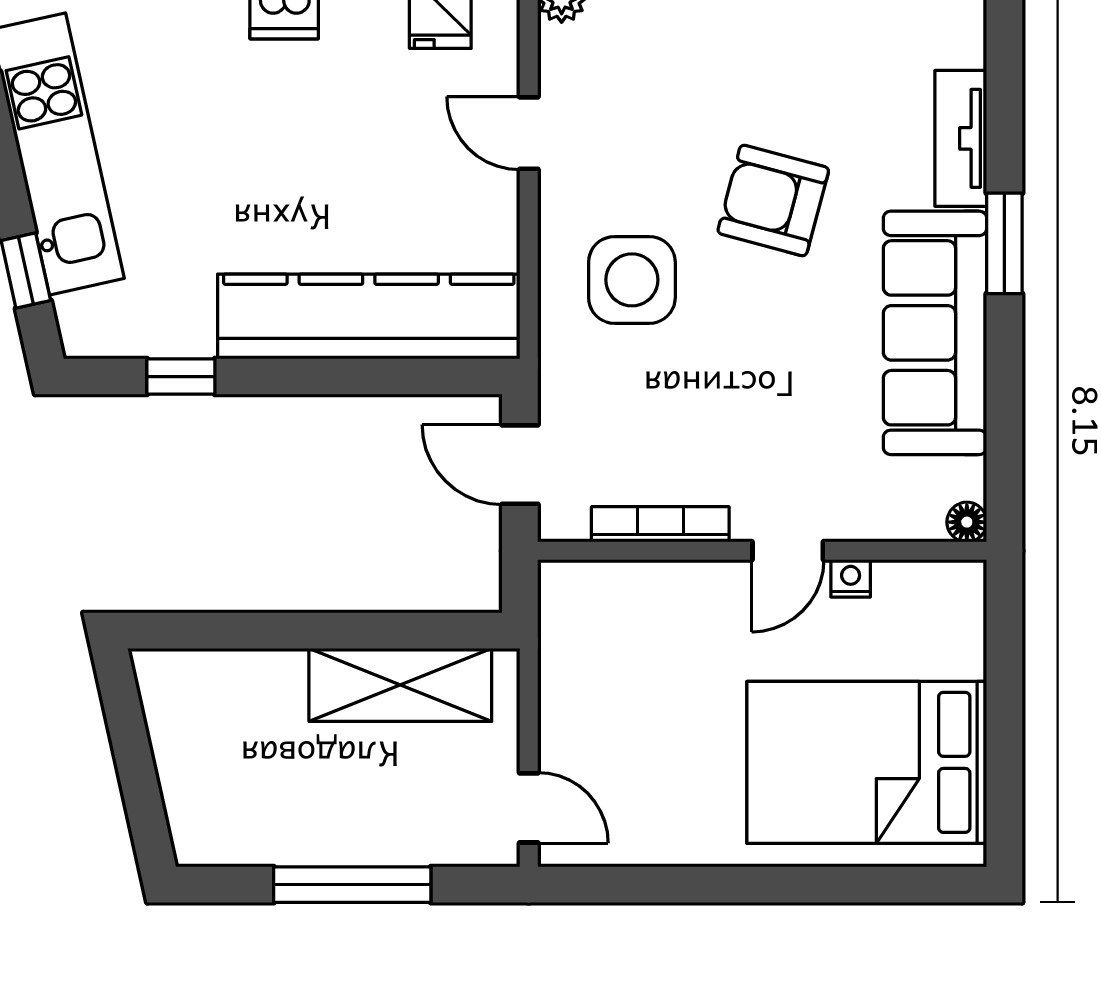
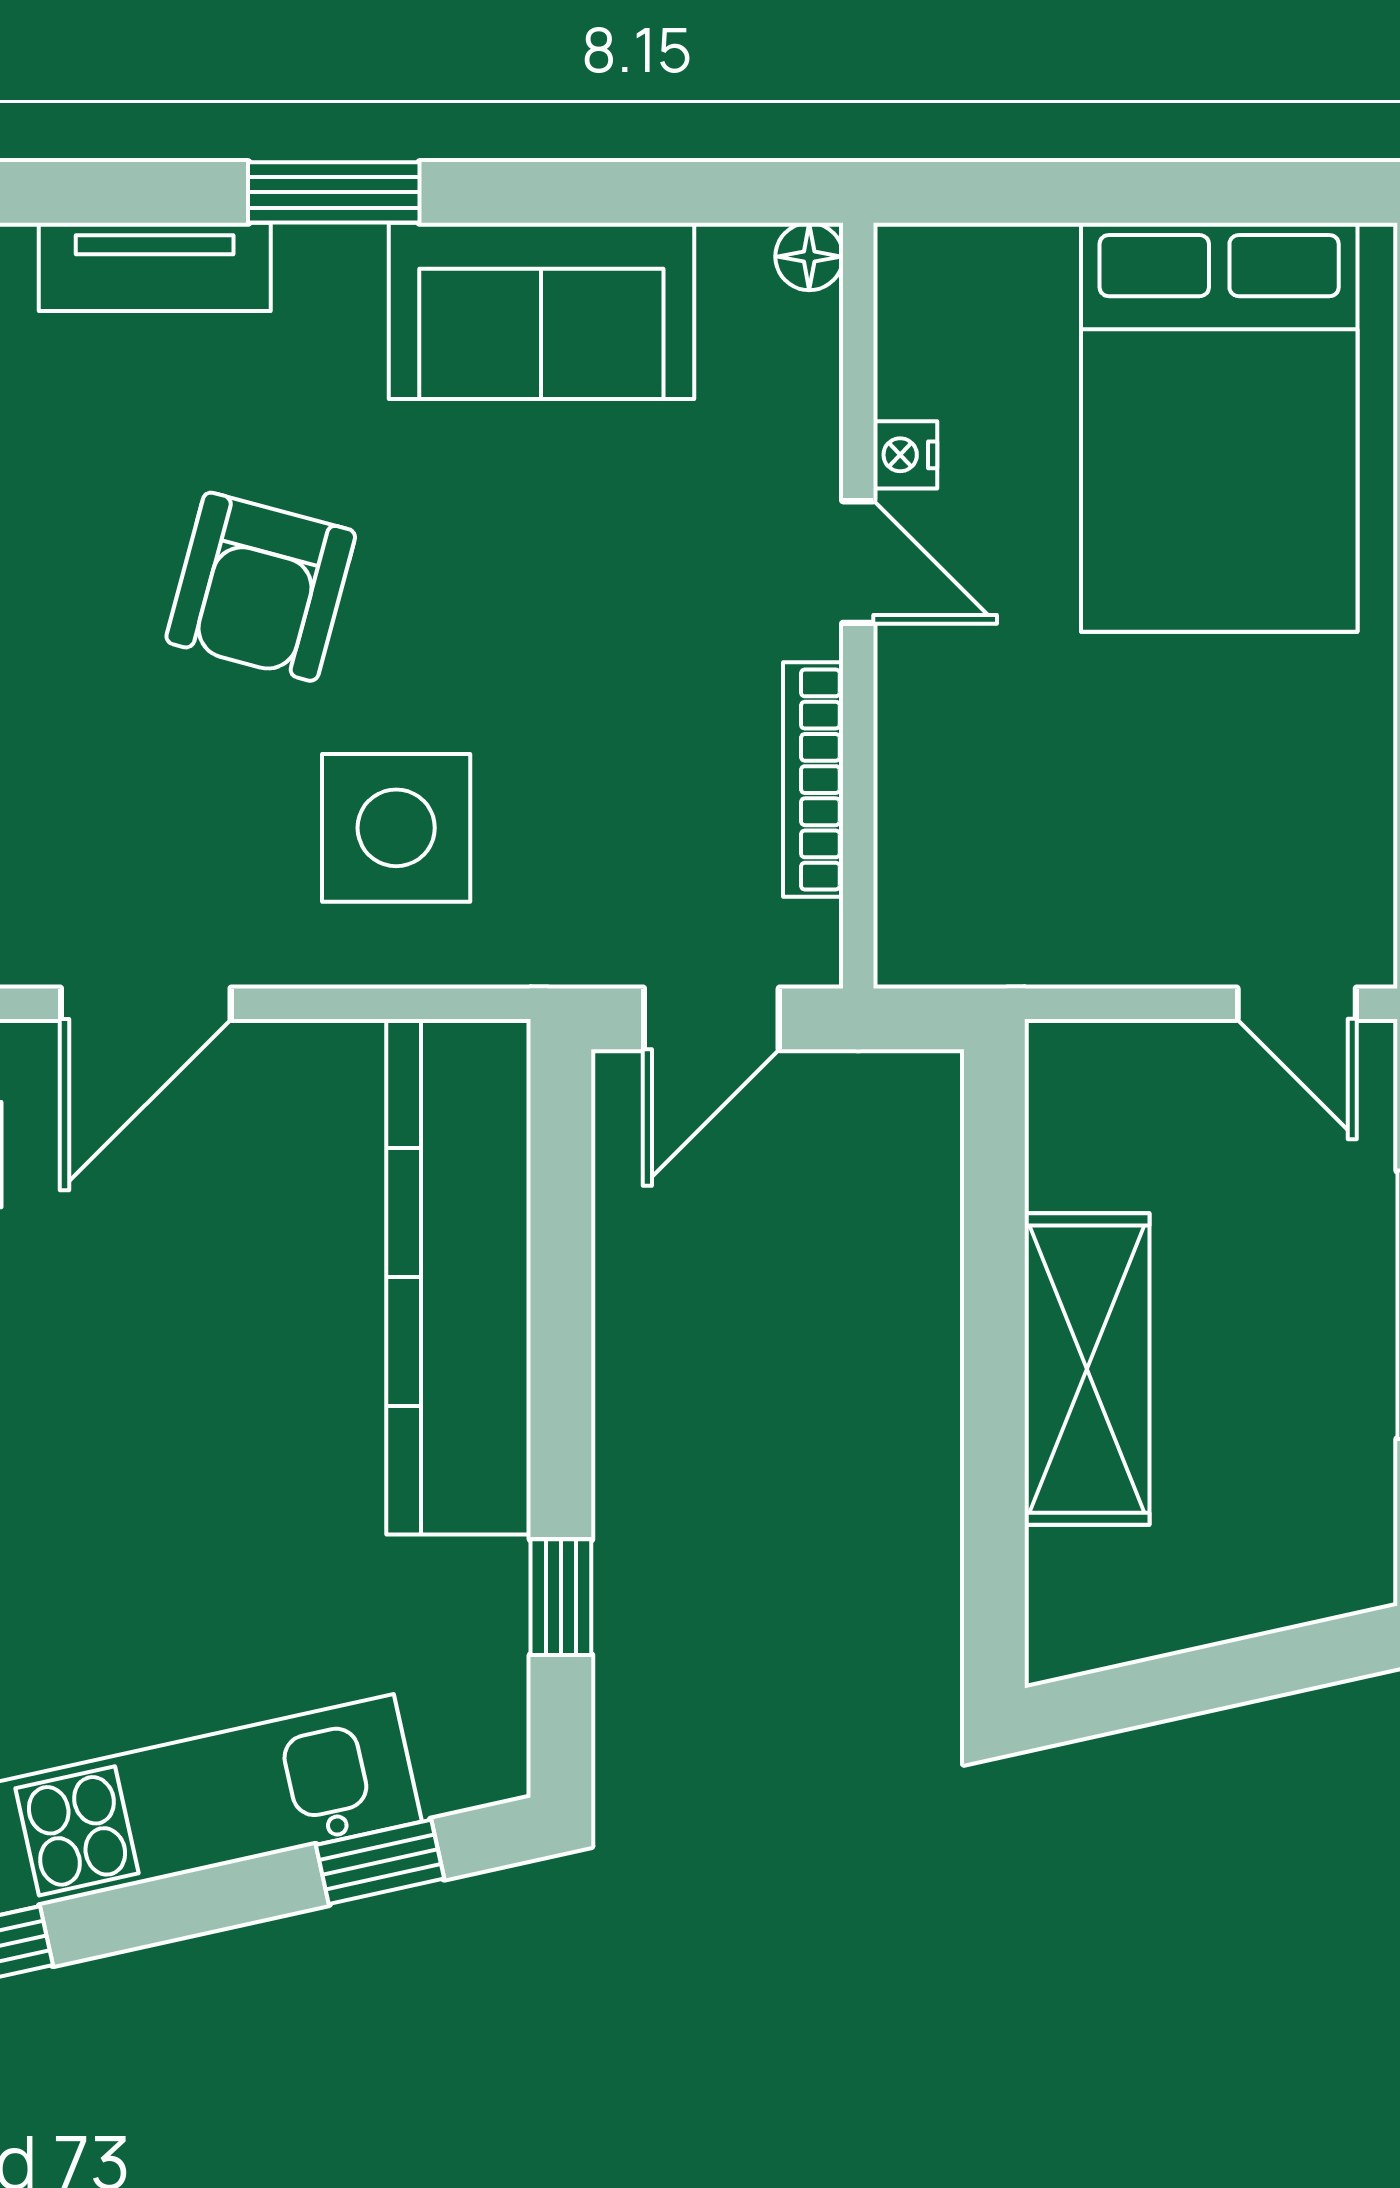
door: (529, 133) -> (146, 1004), width x1.38
sofa: (935, 333) -> (541, 311), width x0.73
shelving: (400, 685) -> (1087, 1369), moved
door: (529, 808) -> (1297, 1004), swing flipped

